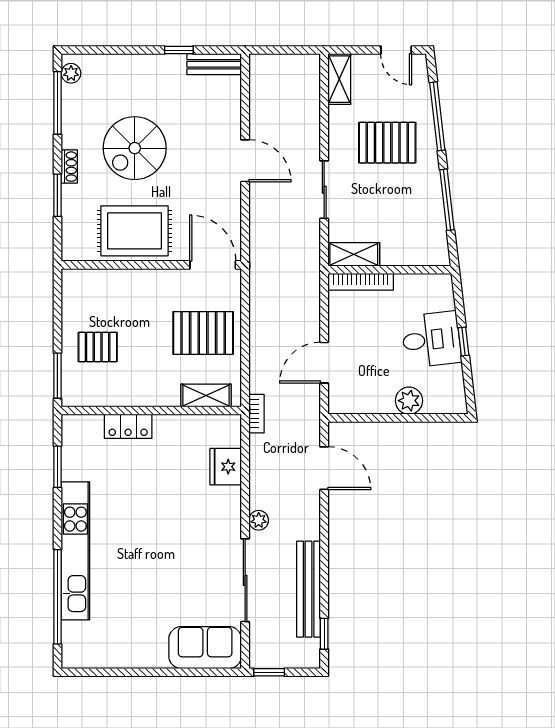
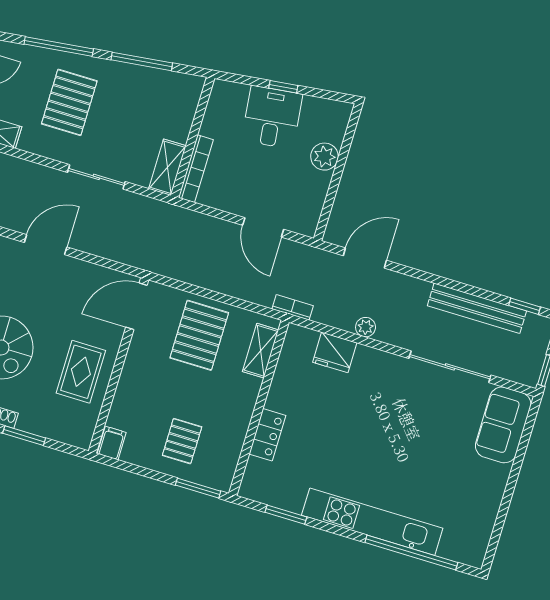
rug: (134, 231) -> (81, 372), width x0.73, depth x0.70
filing cabinet: (76, 281) -> (112, 443), added
plant: (259, 520) -> (366, 327), moved

